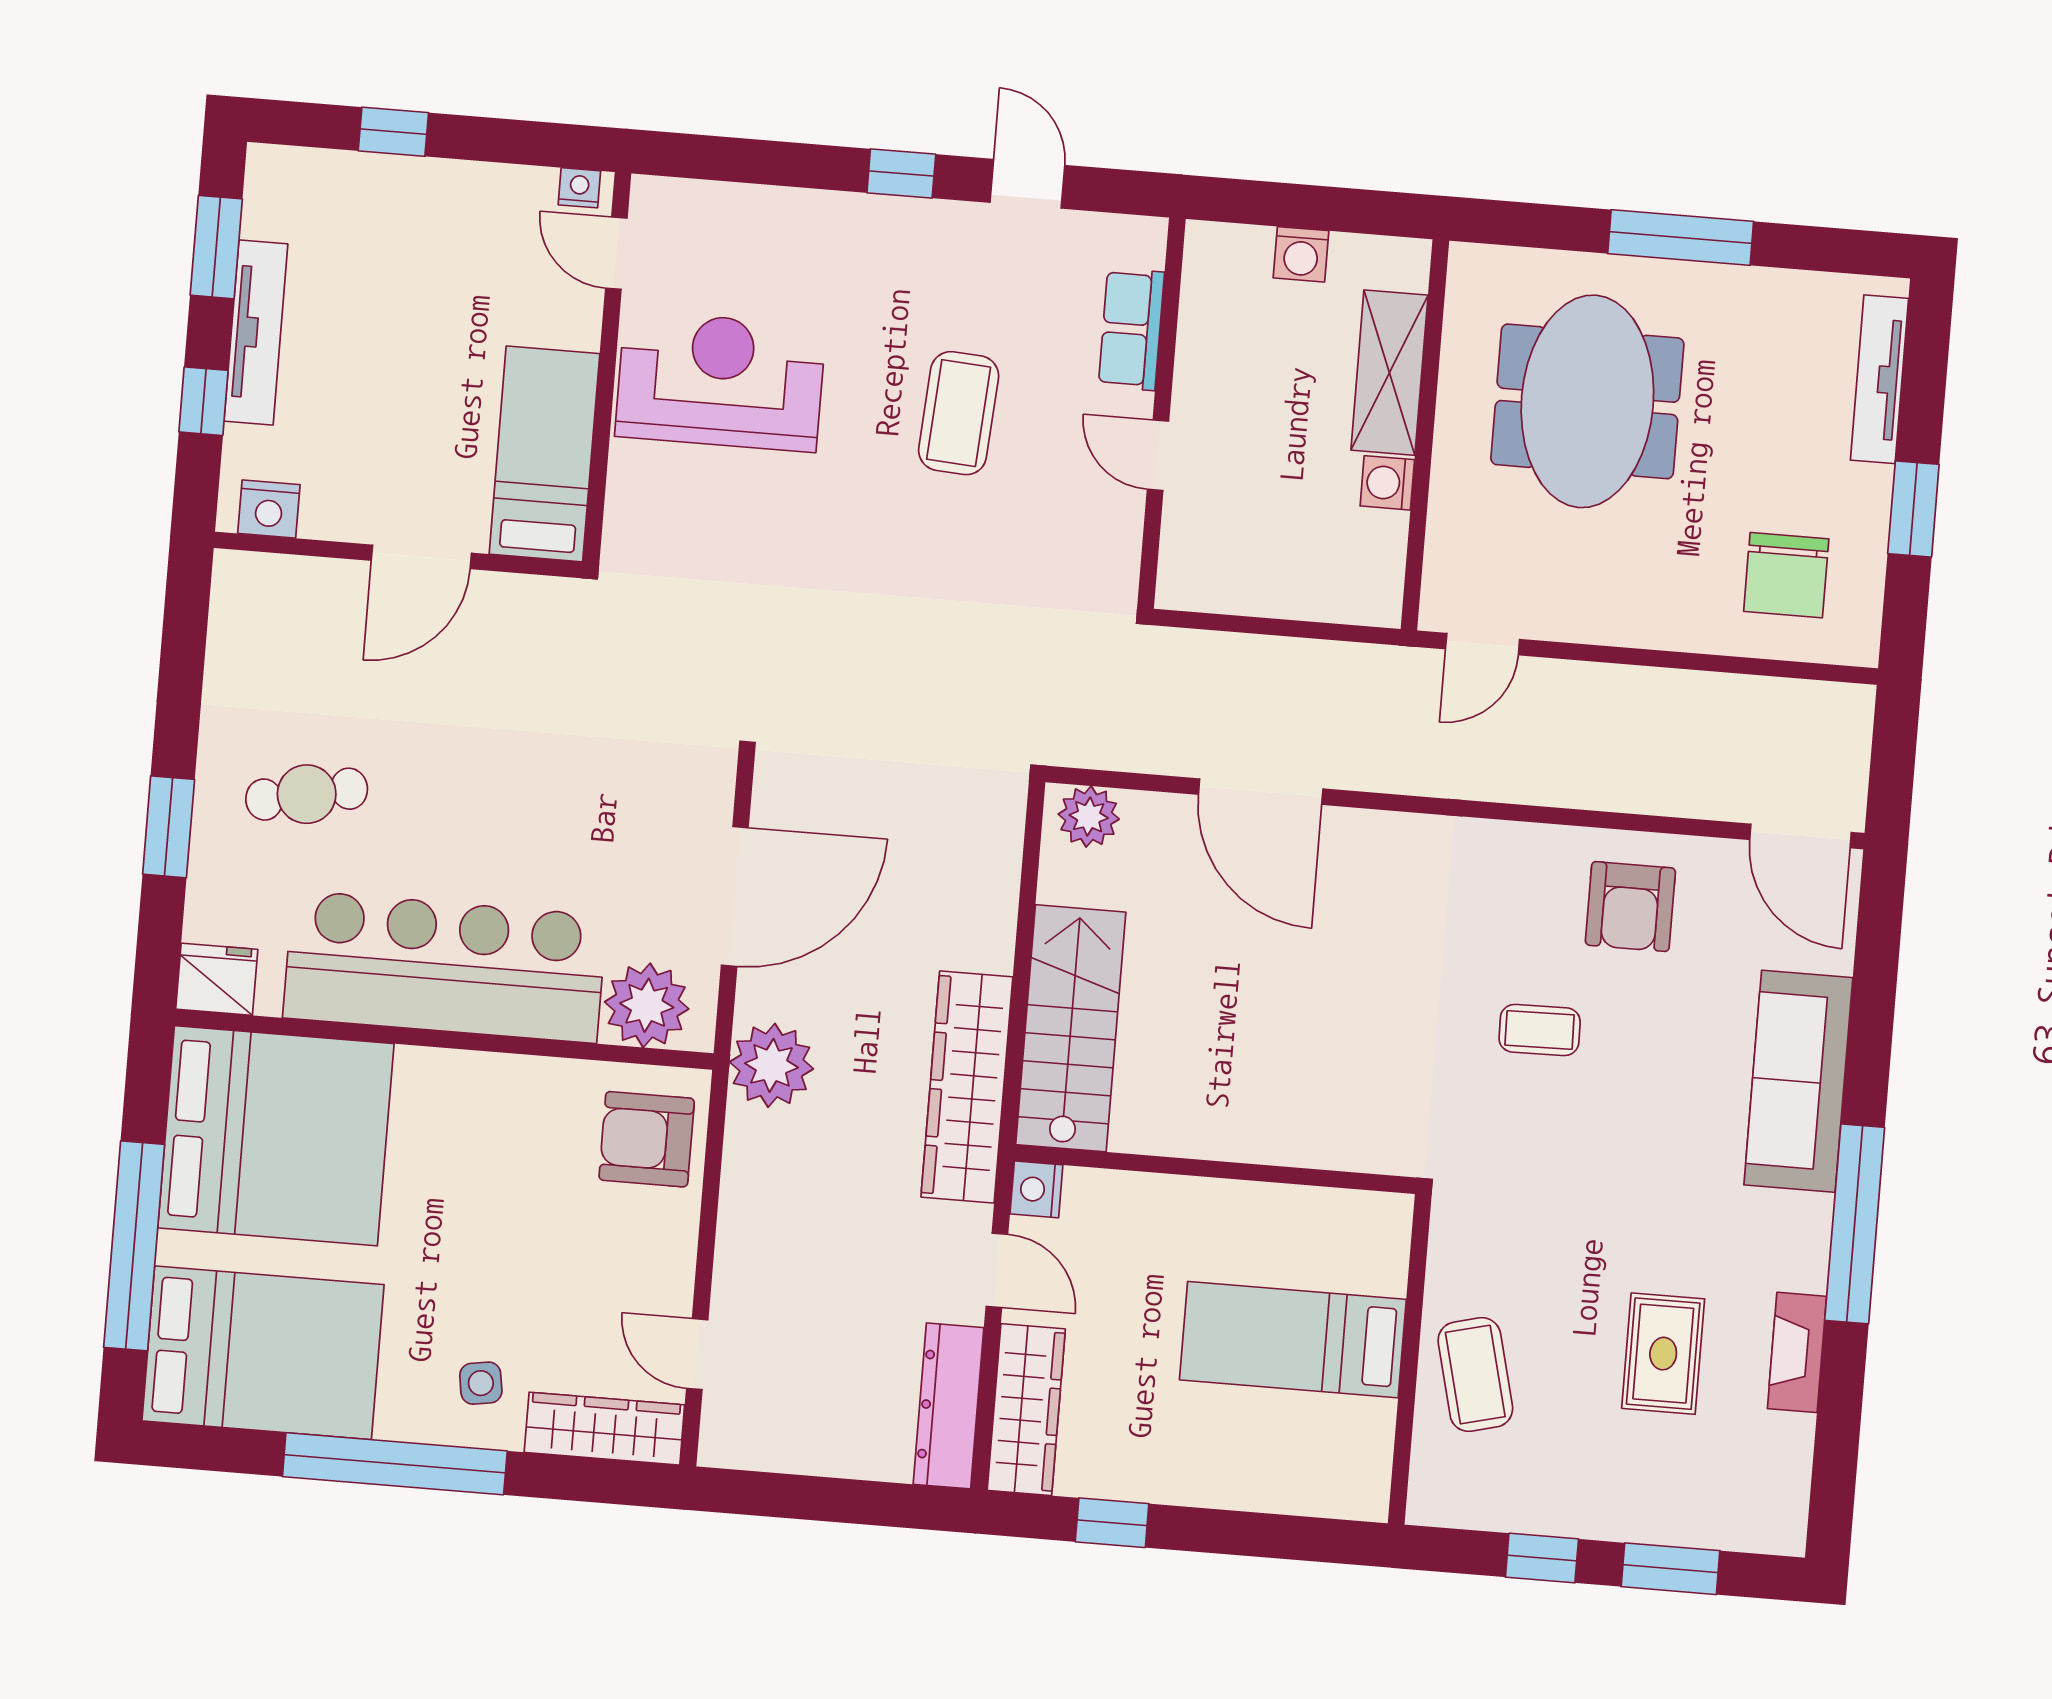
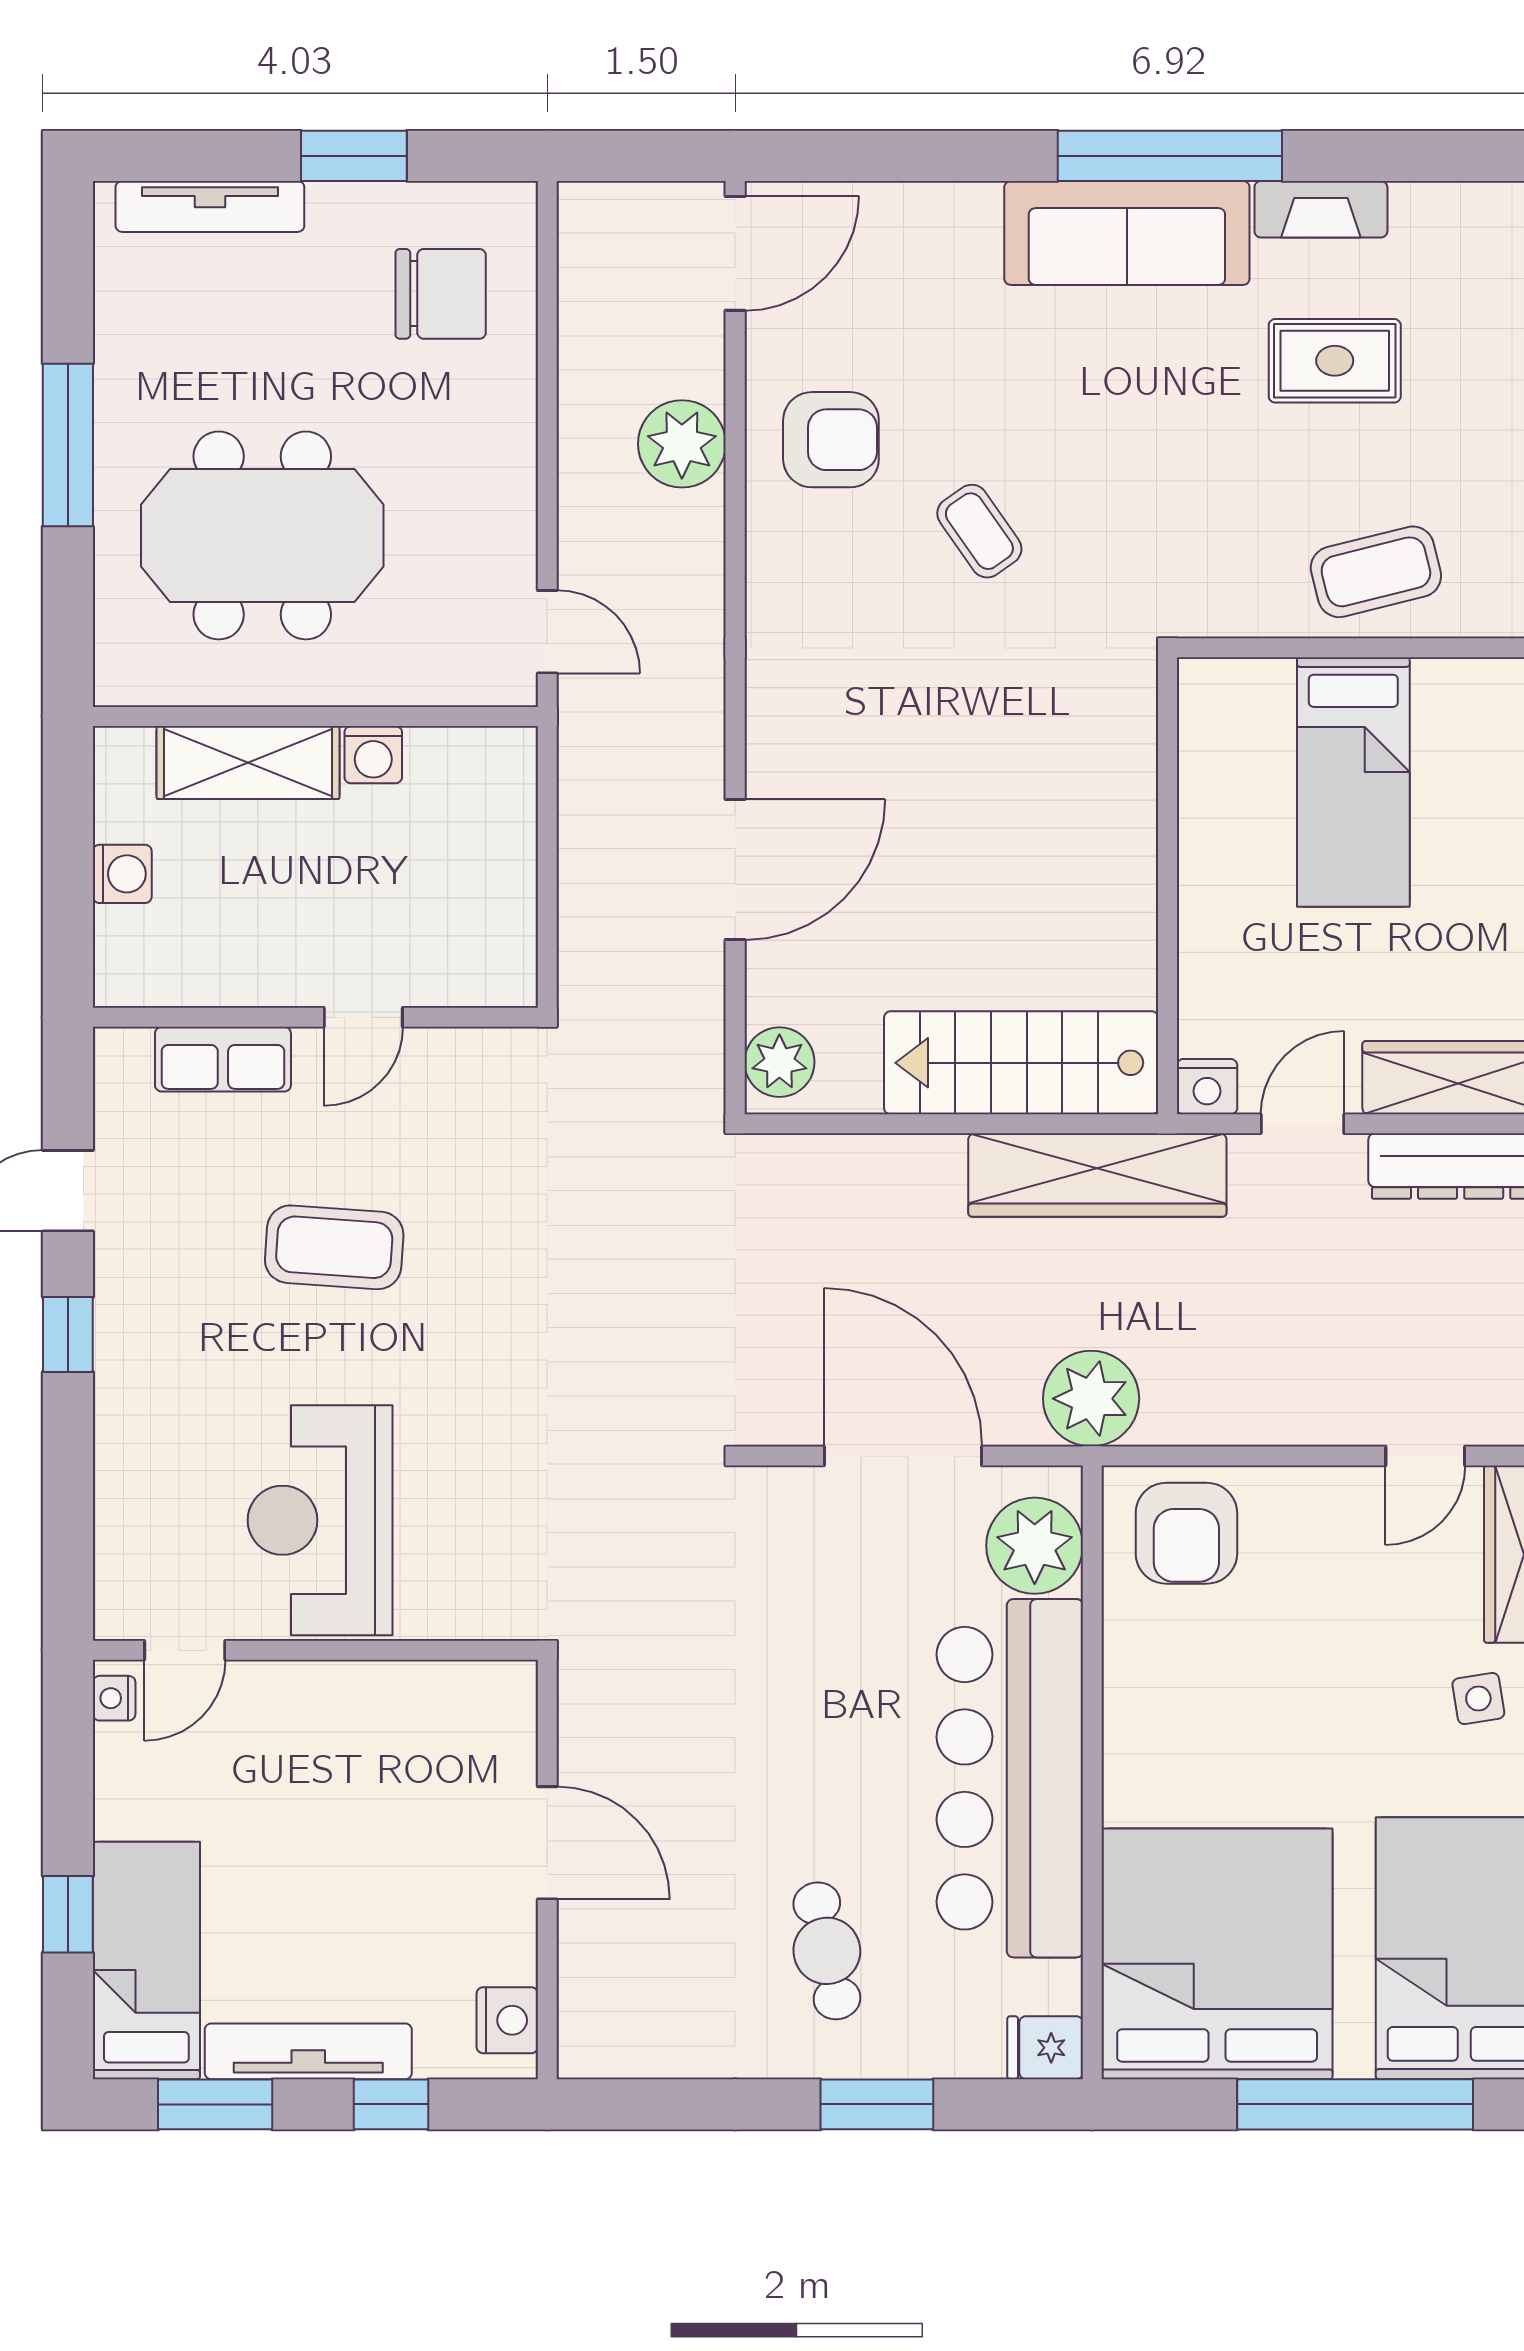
bed: (544, 454) -> (146, 1961), moved, turned 90
plant: (1637, 776) -> (682, 444), added
fridge: (217, 979) -> (1045, 2048), width x0.72
coffee table: (1540, 1030) -> (979, 531), turned -34
sofa: (1798, 1081) -> (1127, 233), moved

